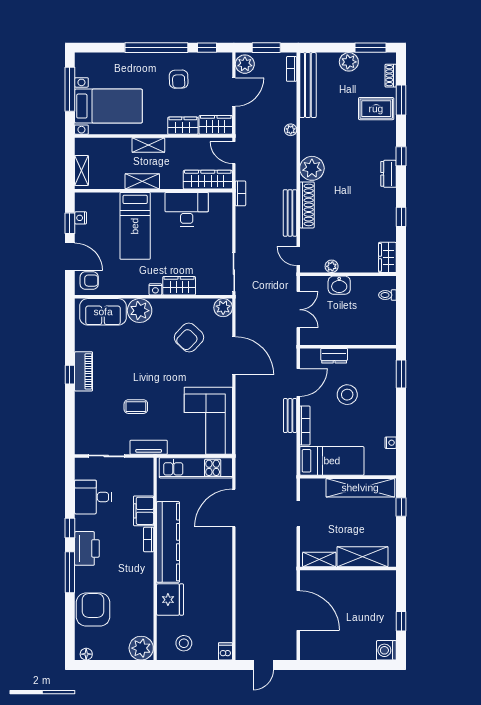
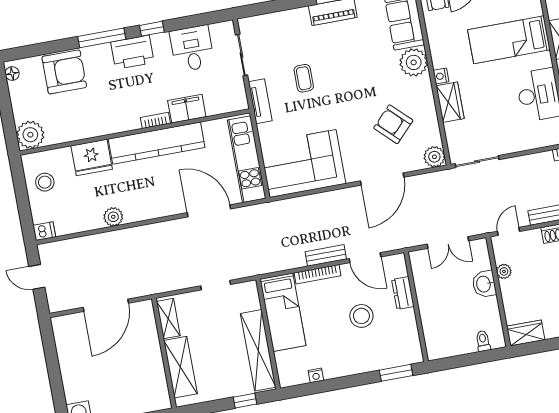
plant: (224, 590) -> (113, 217), added

